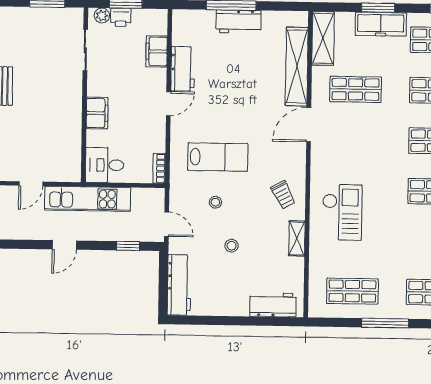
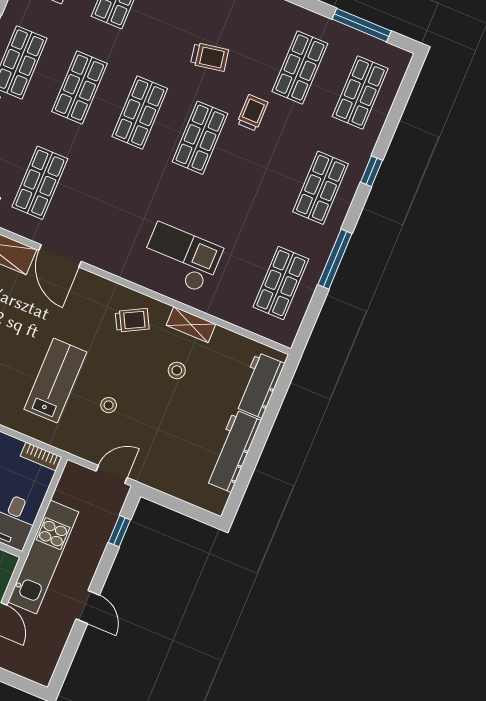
stool: (232, 246) -> (177, 370), moved
workbench: (179, 285) -> (233, 451), moved, turned -90

